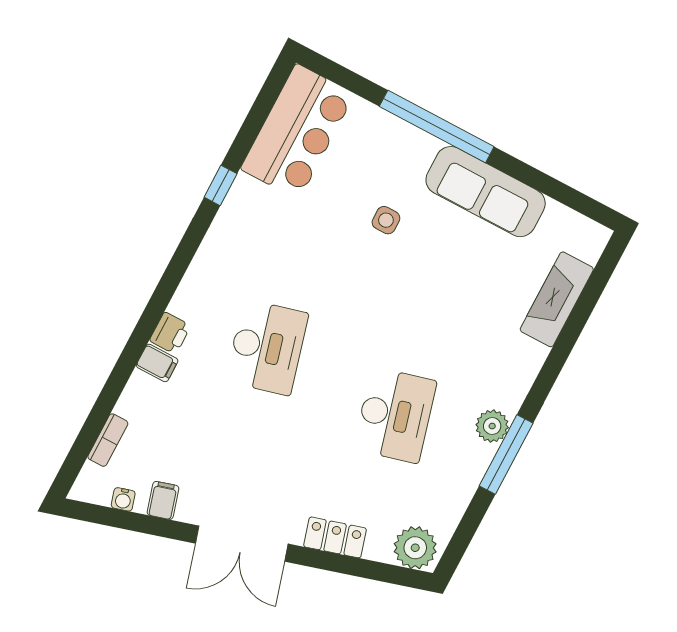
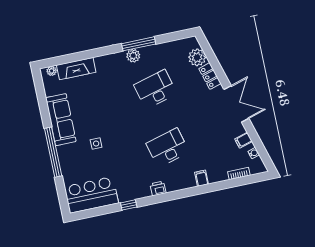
plant: (591, 250) -> (52, 71), added
printer: (170, 333) -> (158, 188), moved
plant: (415, 548) -> (197, 57), moved

